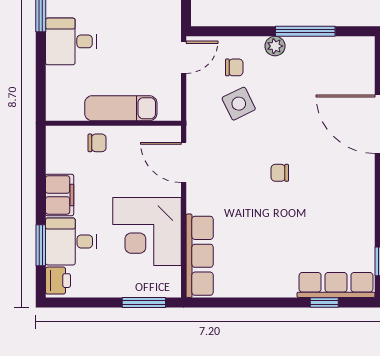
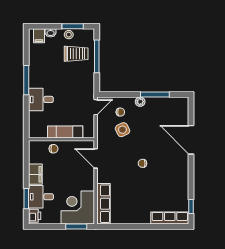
corner desk: (147, 232) -> (78, 207), moved, turned 90
window: (324, 302) -> (164, 226), removed

